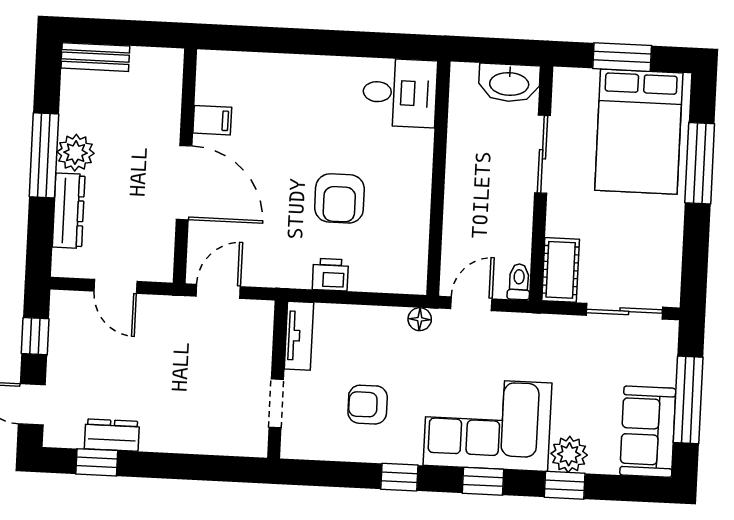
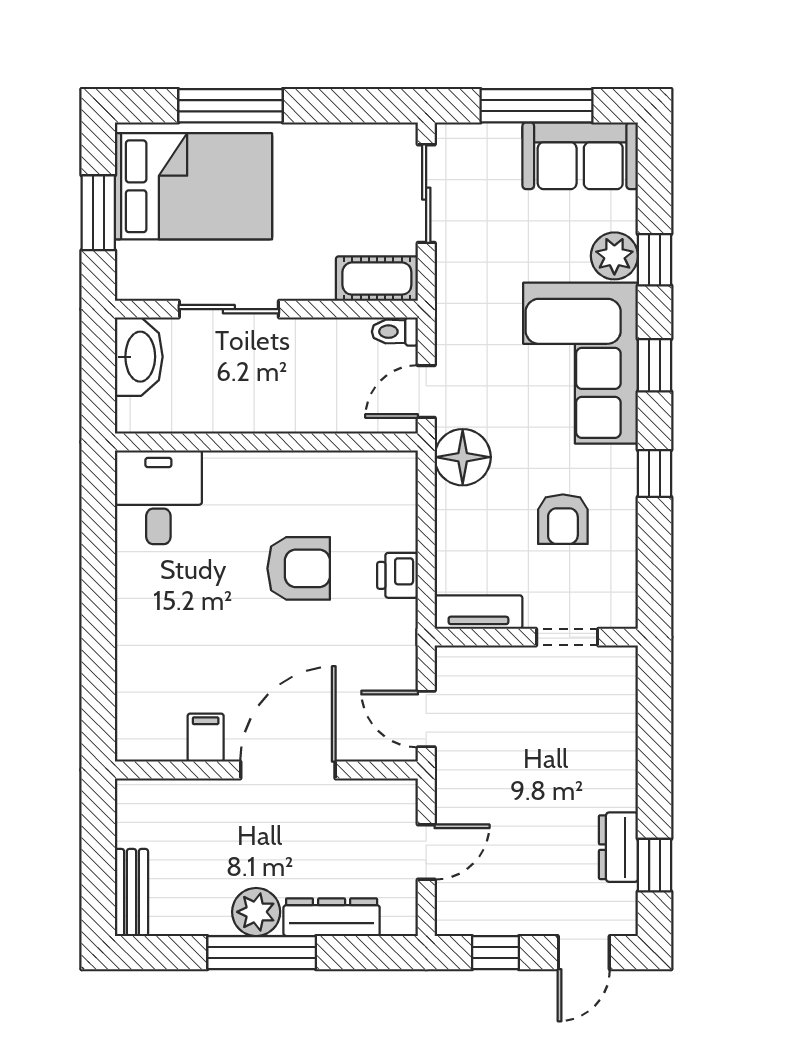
door: (471, 304) -> (426, 392), hinge flipped
floor lamp: (420, 319) -> (463, 457), width x1.89, depth x1.89

